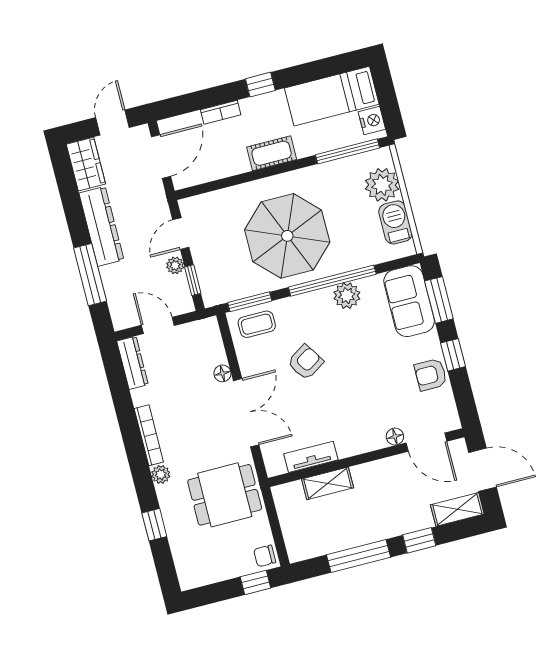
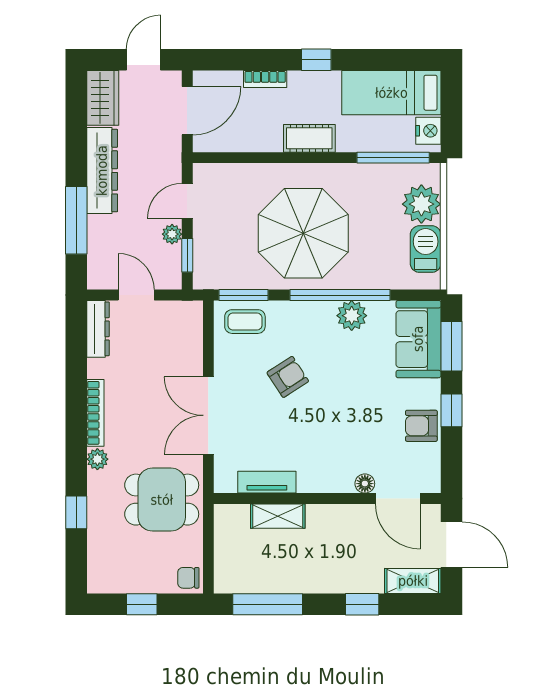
floor lamp: (222, 373) -> (194, 366), removed
double door: (246, 413) -> (208, 415), swing flipped
window: (358, 556) -> (268, 604), moved
window: (255, 582) -> (142, 604), moved

